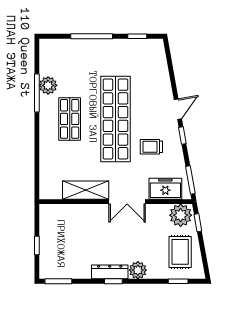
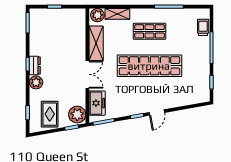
plant: (48, 85) -> (97, 15), moved
door: (178, 109) -> (157, 112), hinge flipped
trolley: (151, 147) -> (203, 27), moved
shelving: (46, 162) -> (117, 14), added
double door: (127, 202) -> (87, 74), swing flipped
rug: (180, 252) -> (50, 114), turned 90
dresser: (110, 272) -> (35, 66), width x0.70

